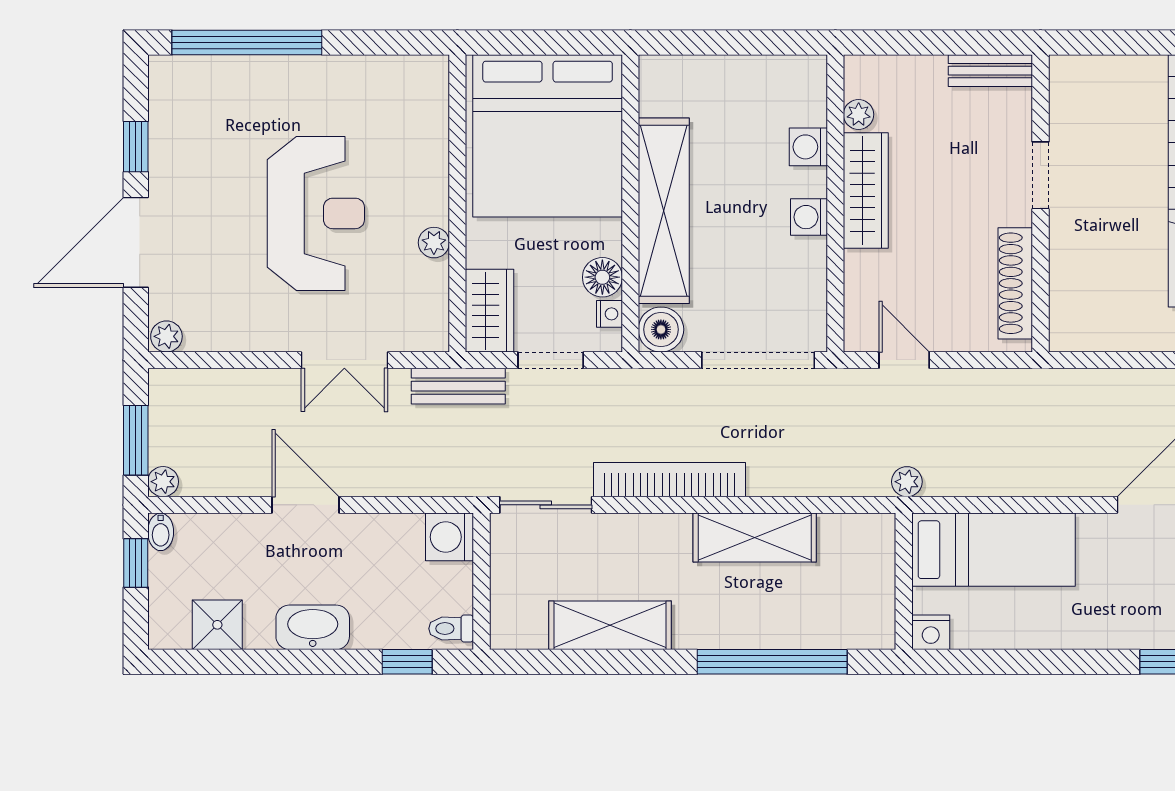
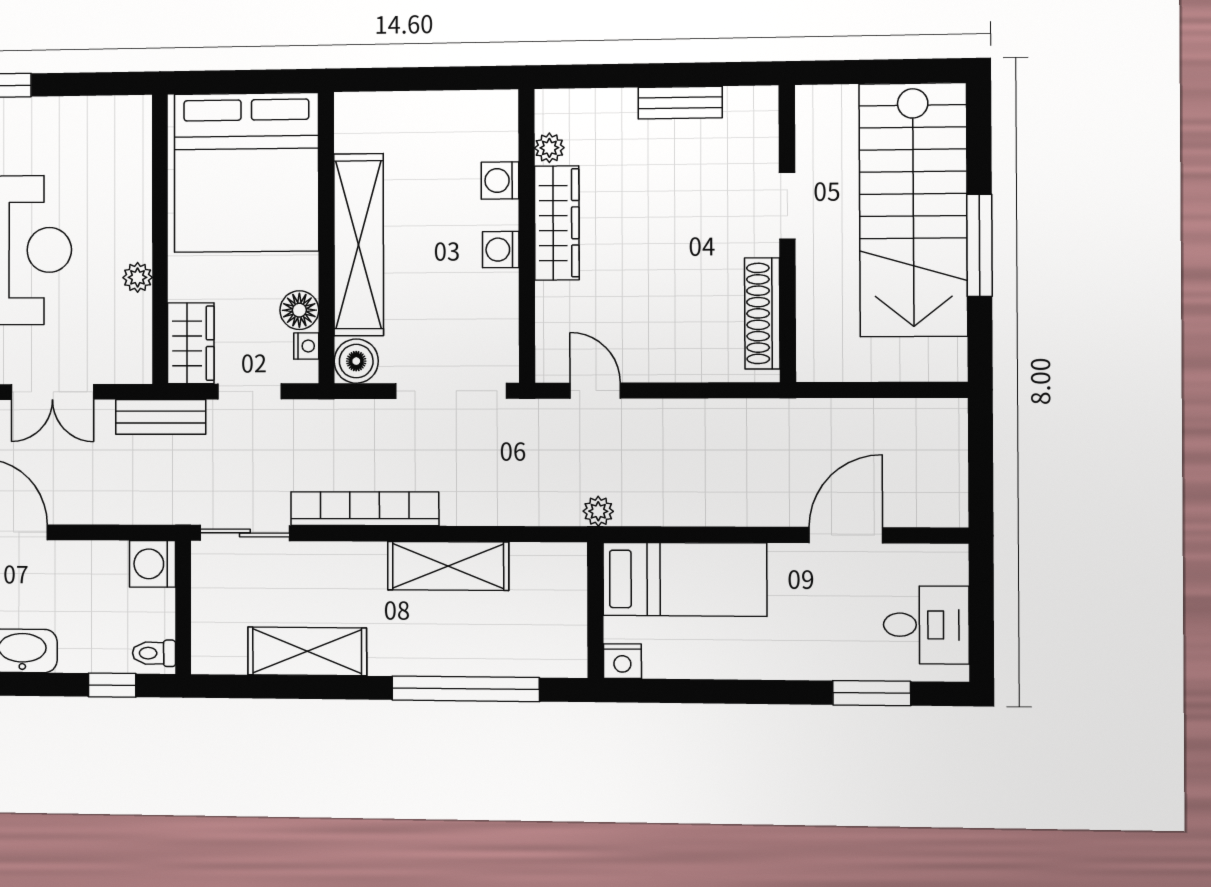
doorway: (1040, 175) -> (787, 206), moved
wall: (1040, 203) -> (787, 233), moved
shoe rack: (1015, 283) -> (762, 313), moved

